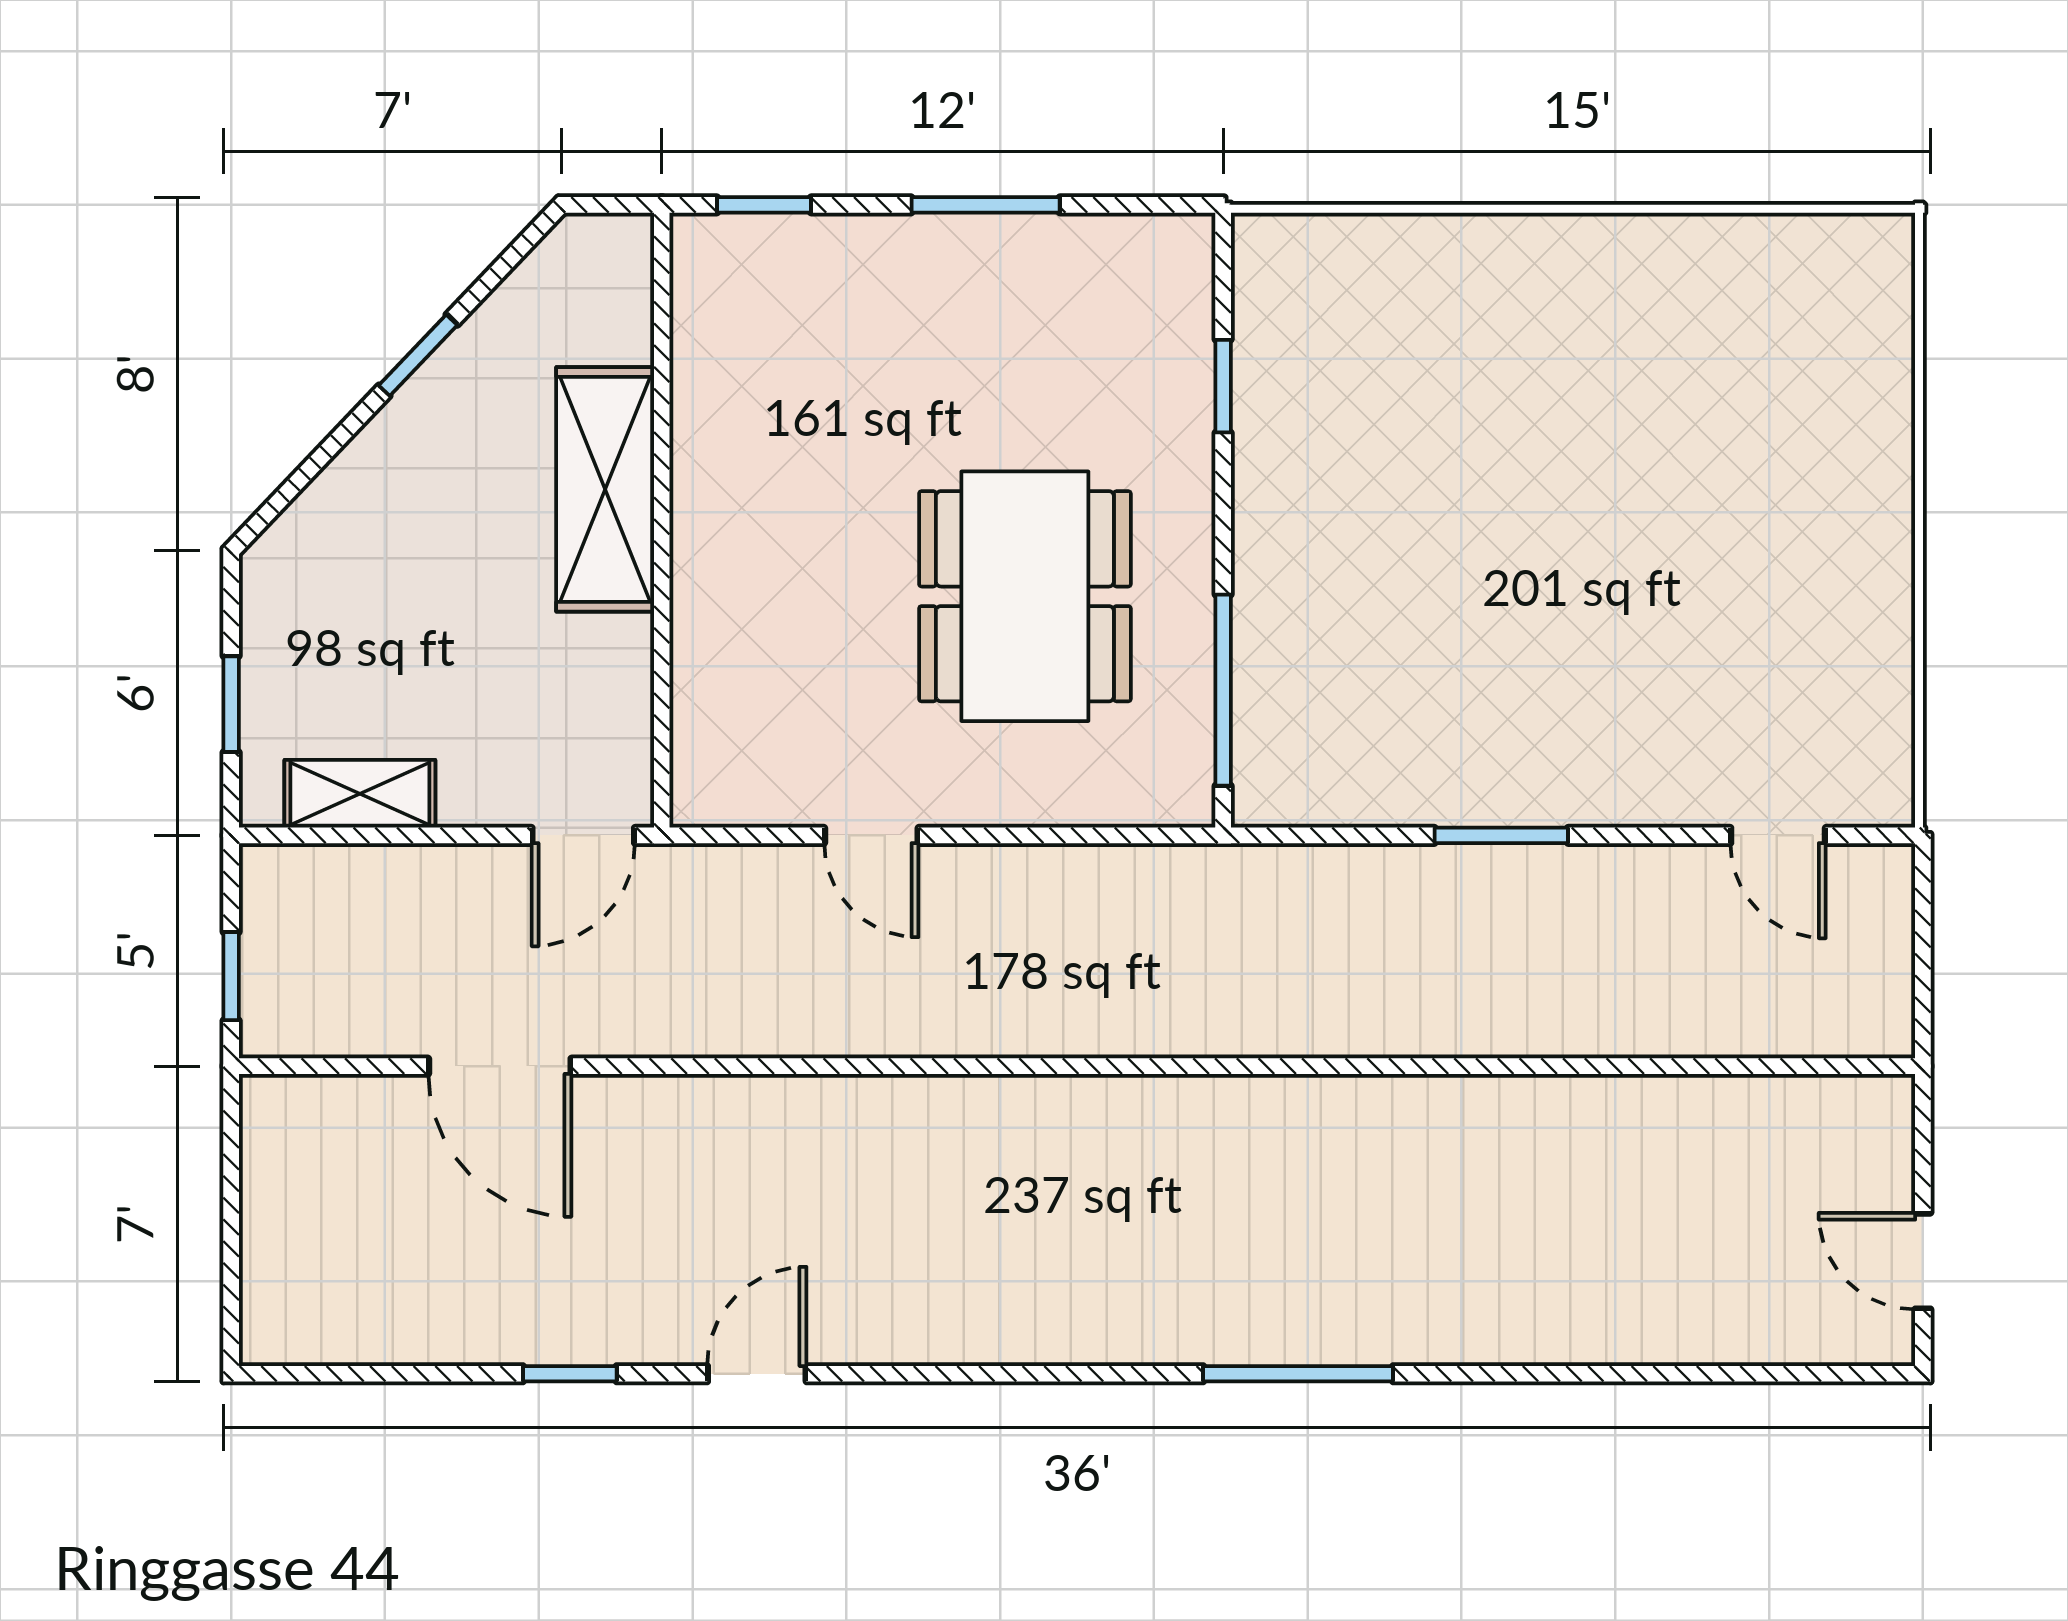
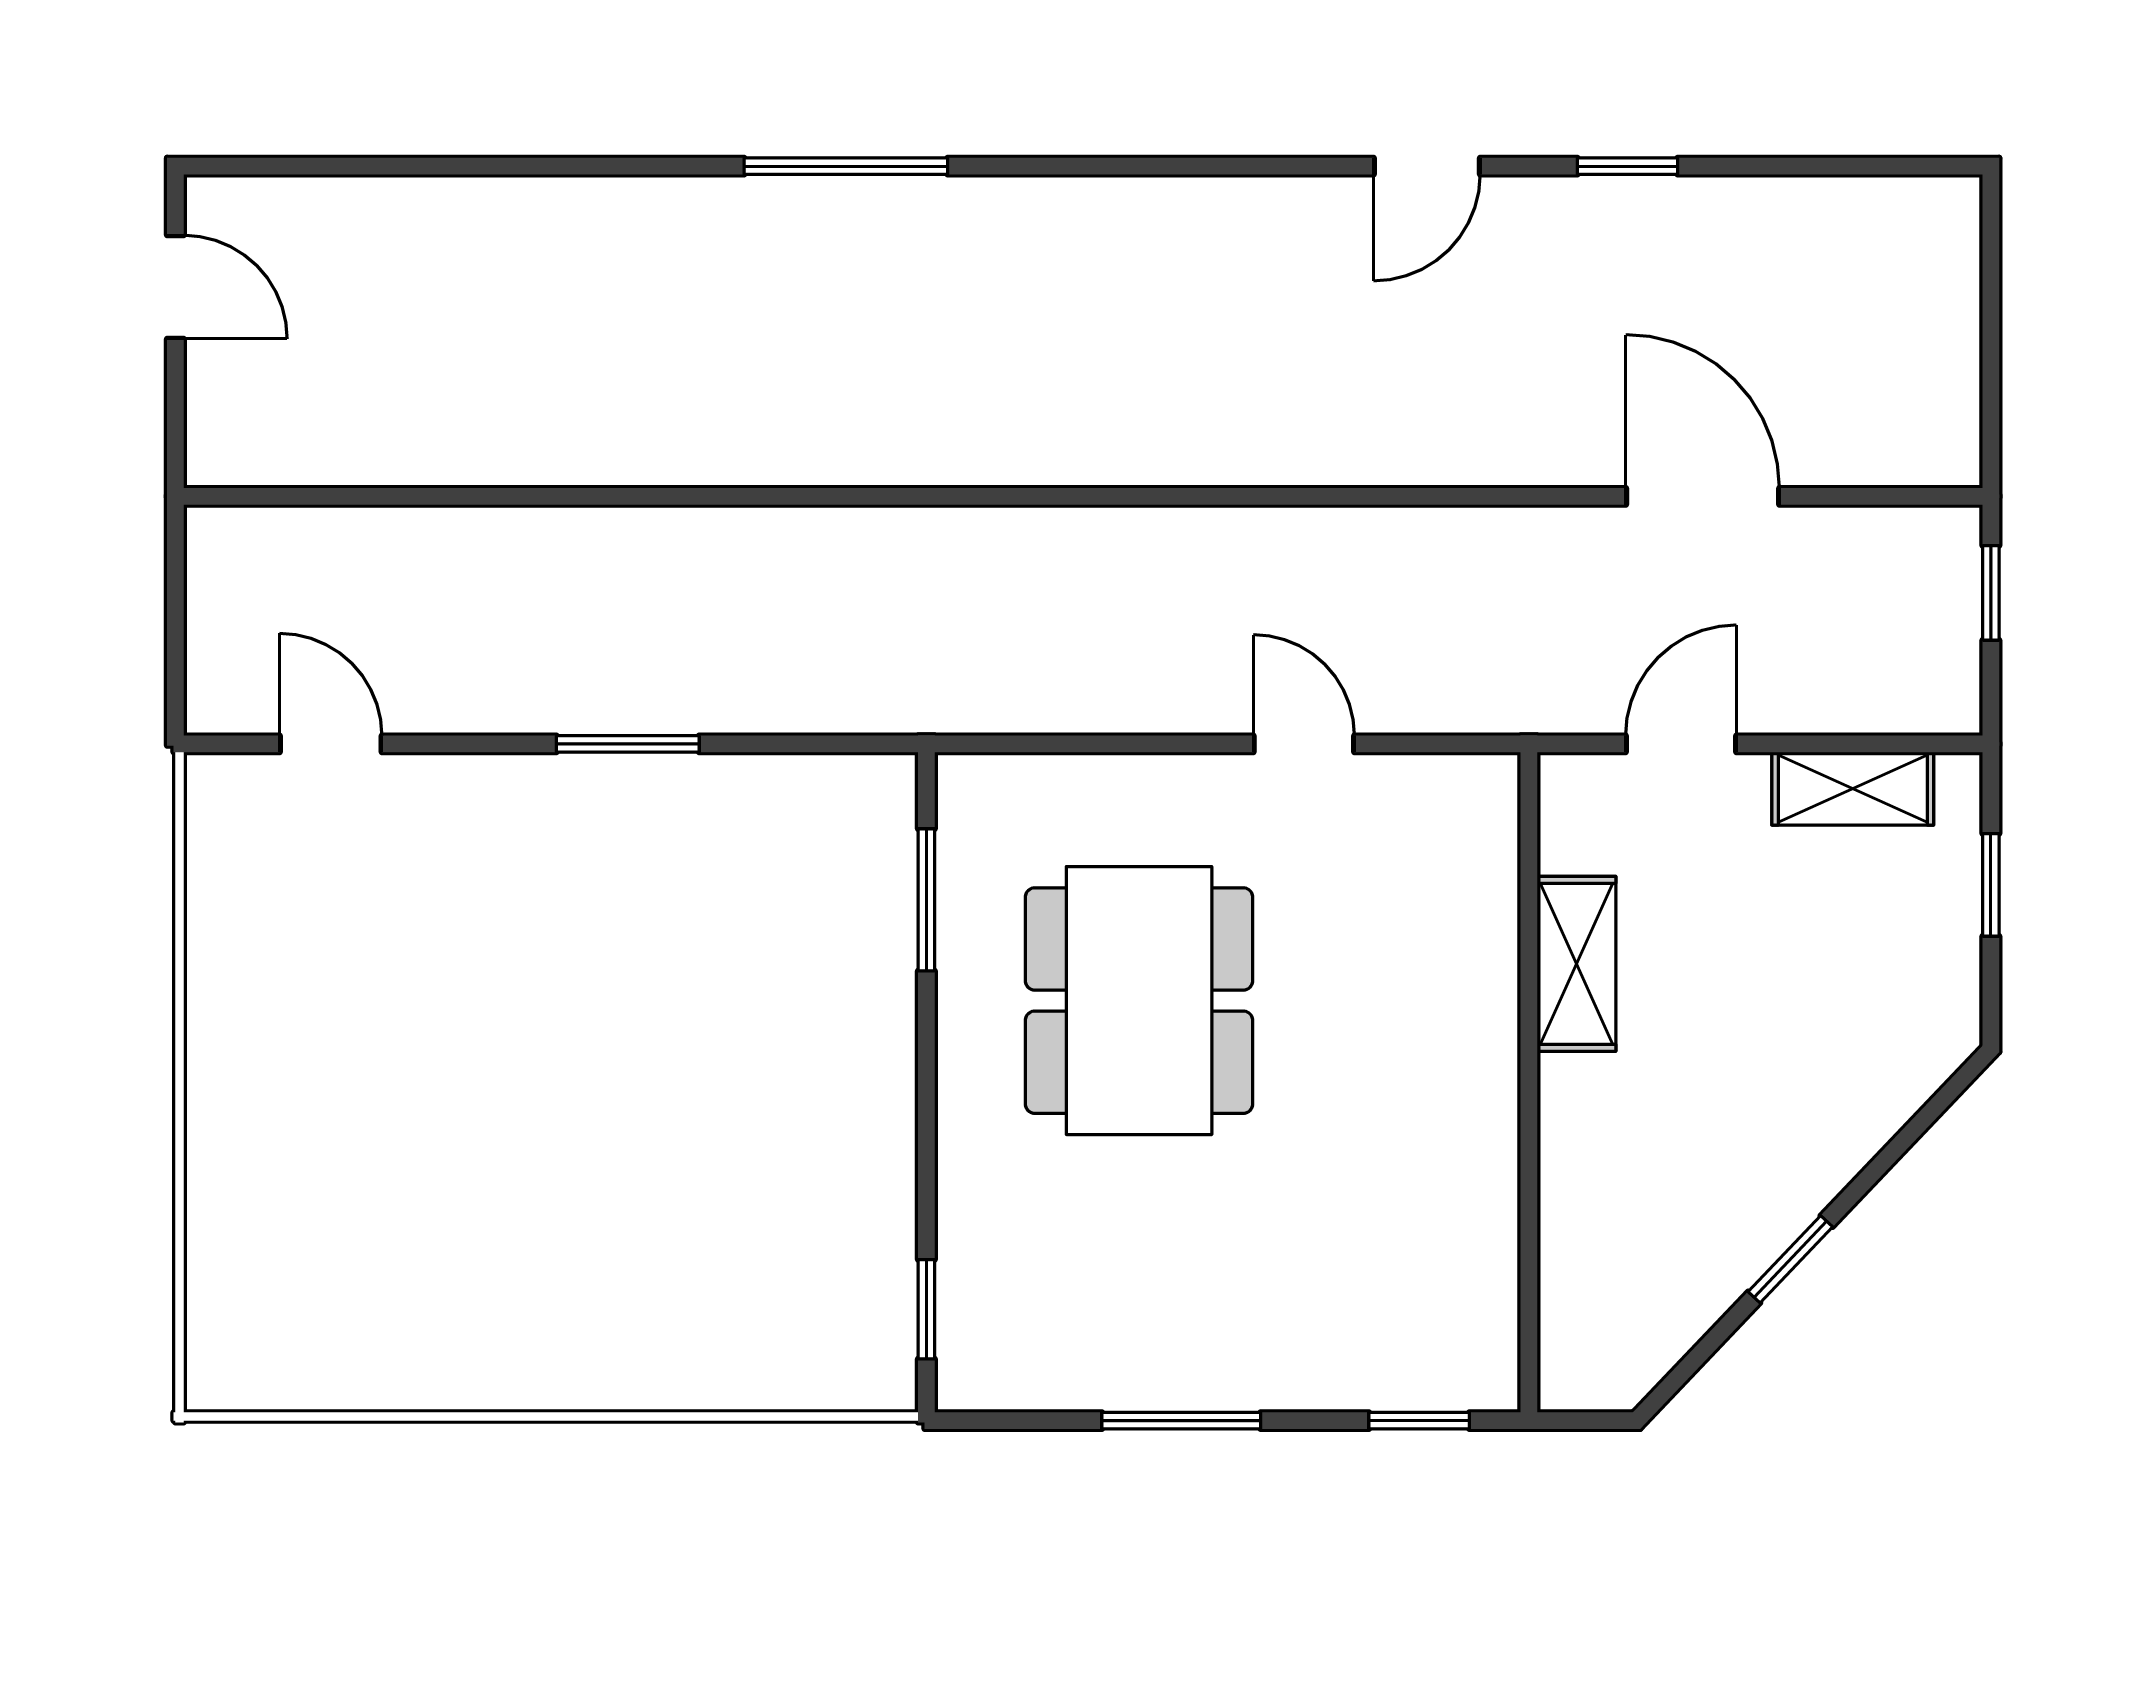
window: (1223, 386) -> (926, 1309), moved
shelving: (605, 489) -> (1576, 964), moved, width x0.67, depth x0.75
window: (1223, 690) -> (926, 900), width x0.69
door: (583, 835) -> (1681, 744), moved

